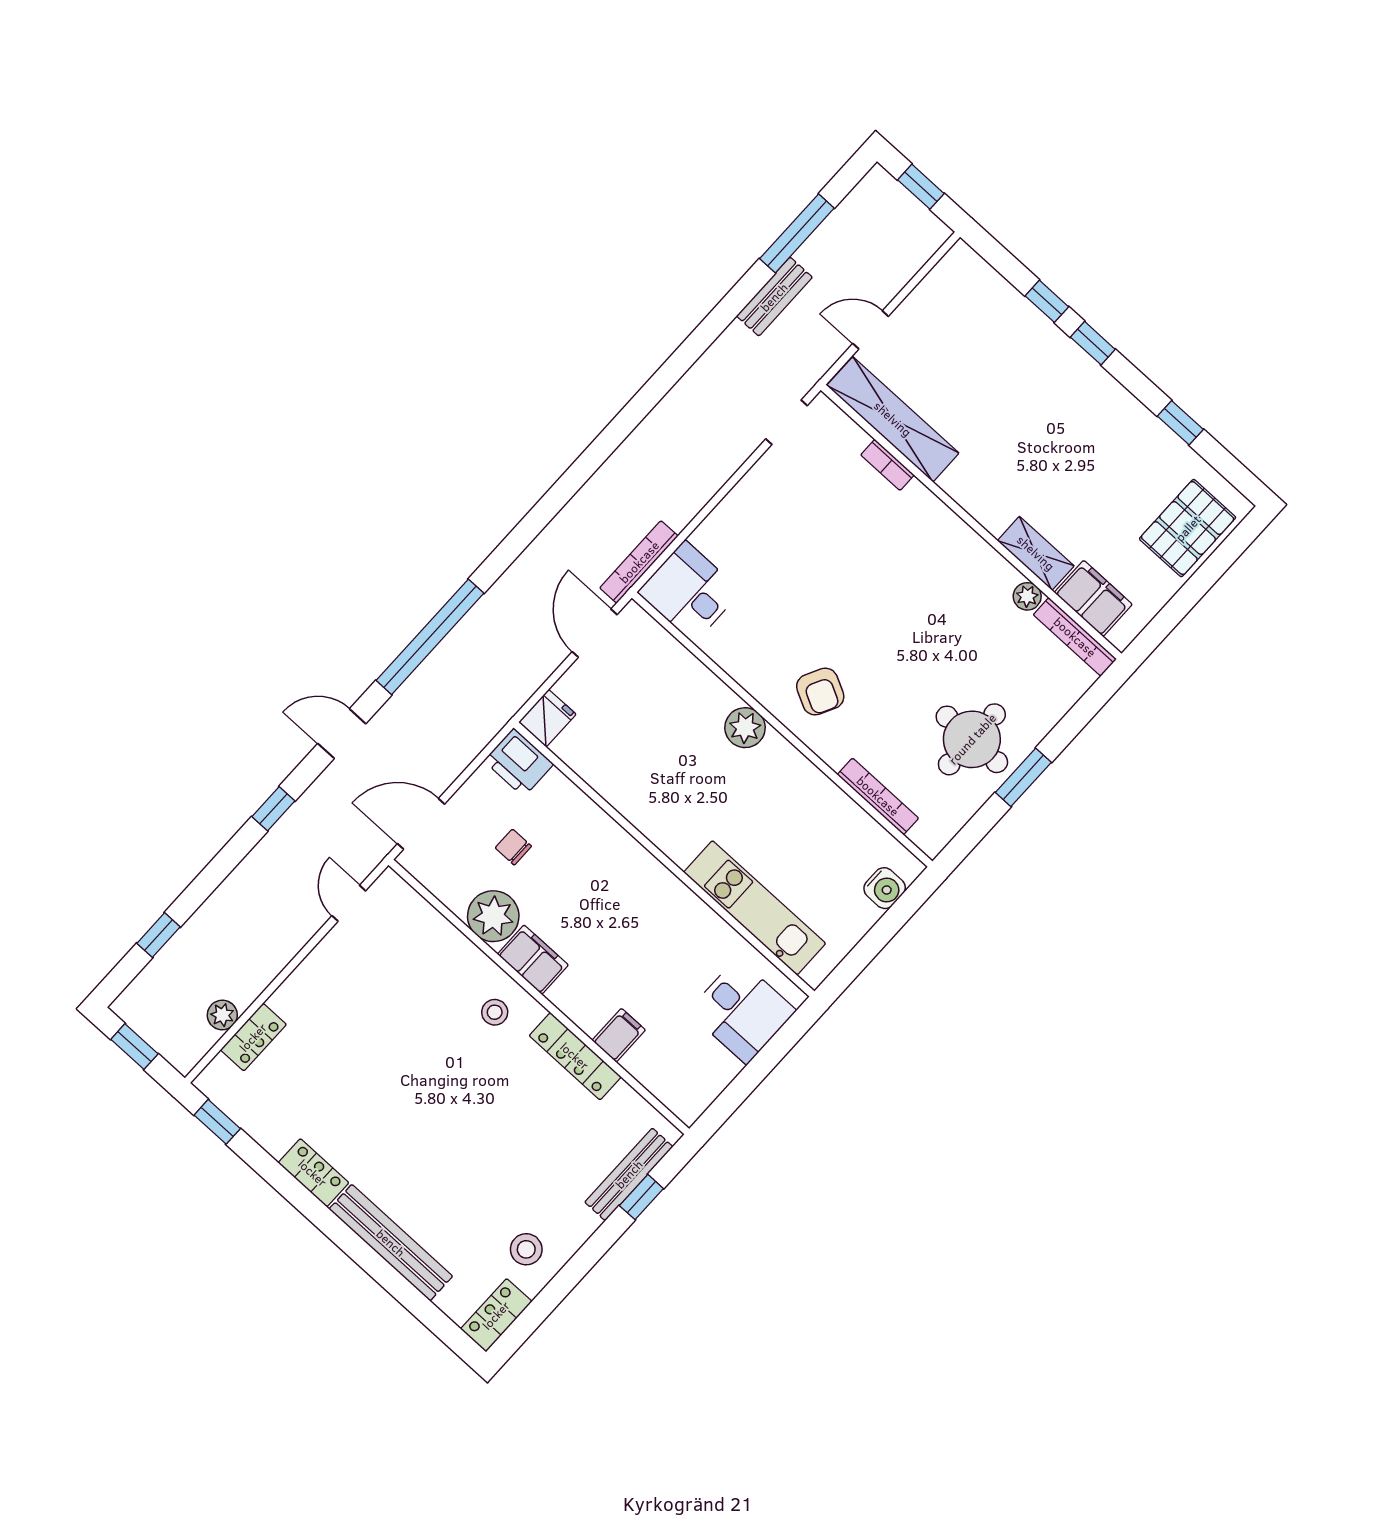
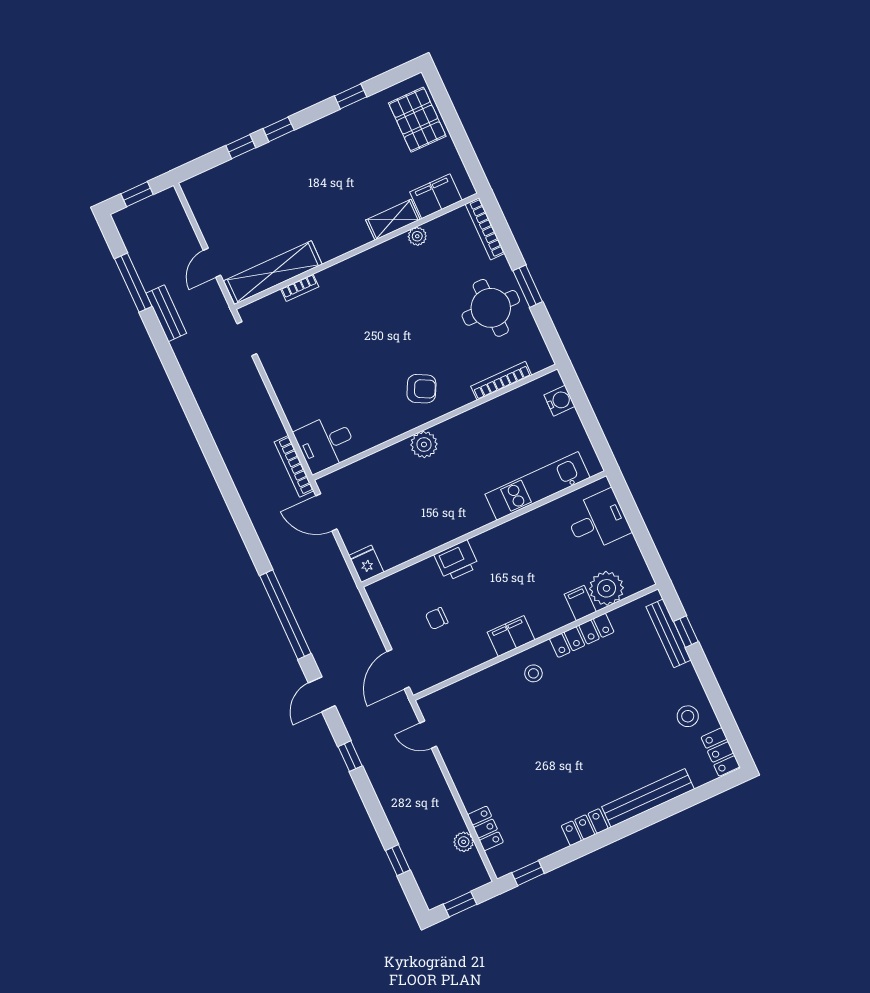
bookcase: (1075, 637) -> (485, 229), moved, turned 90
printer: (519, 762) -> (457, 561), moved
plant: (493, 916) -> (606, 588), moved

